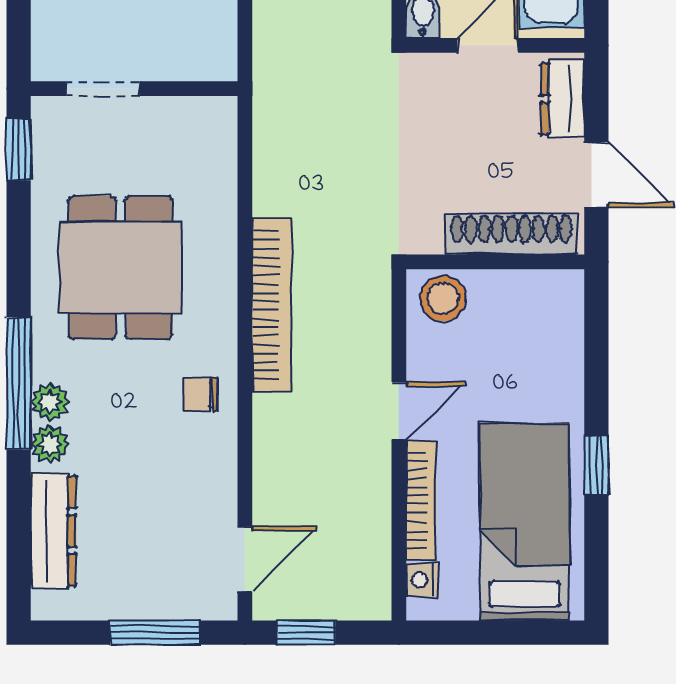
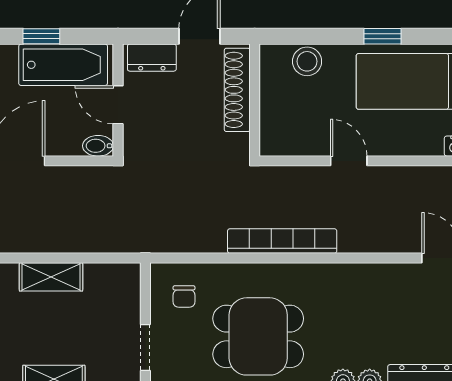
stool: (443, 298) -> (307, 61), moved
chair: (201, 395) -> (184, 297), moved
bookcase: (421, 500) -> (405, 147), removed

